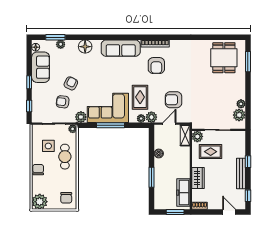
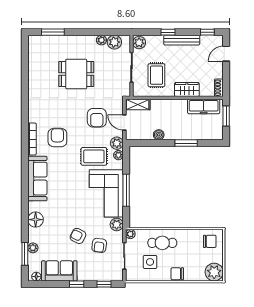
dining table: (224, 58) -> (76, 74), moved
armchair: (156, 66) -> (57, 138), turned -90
plant: (197, 136) -> (139, 43), moved

